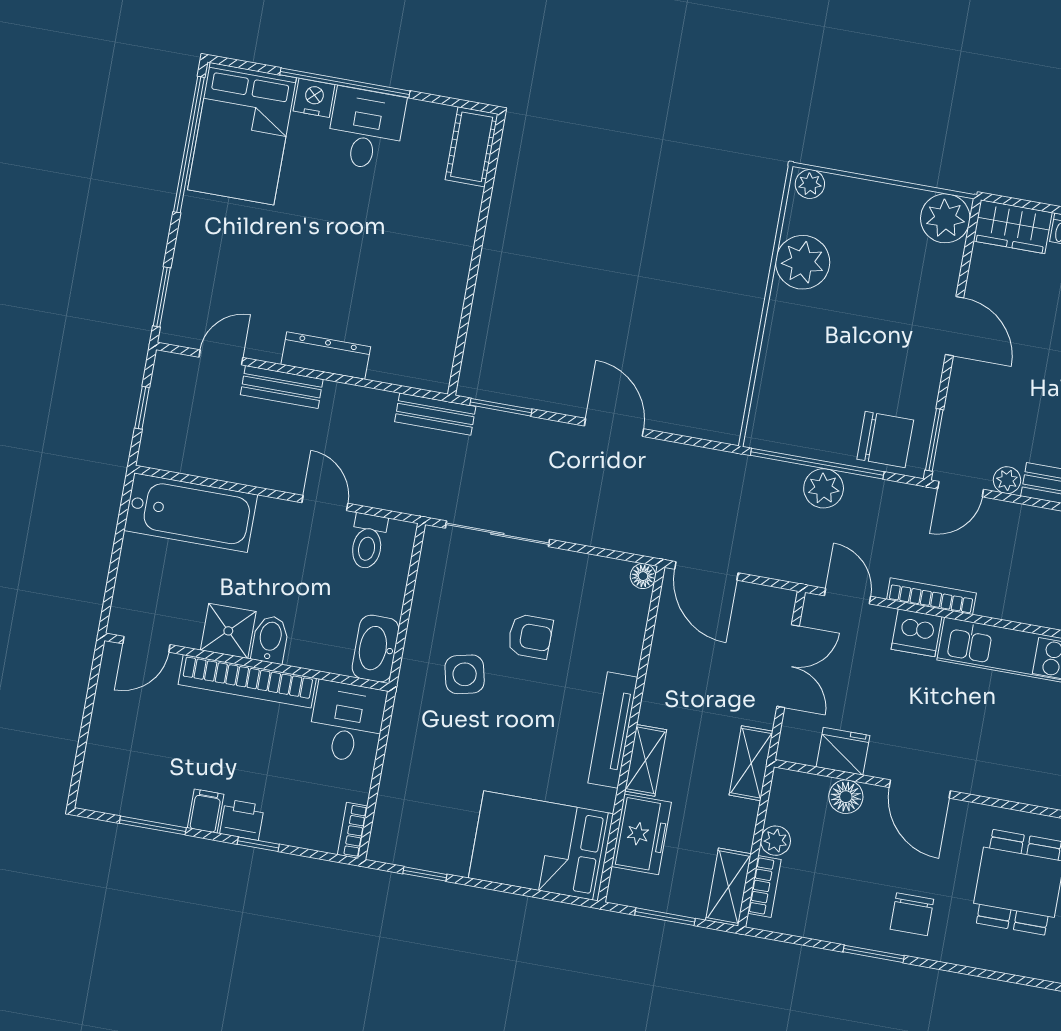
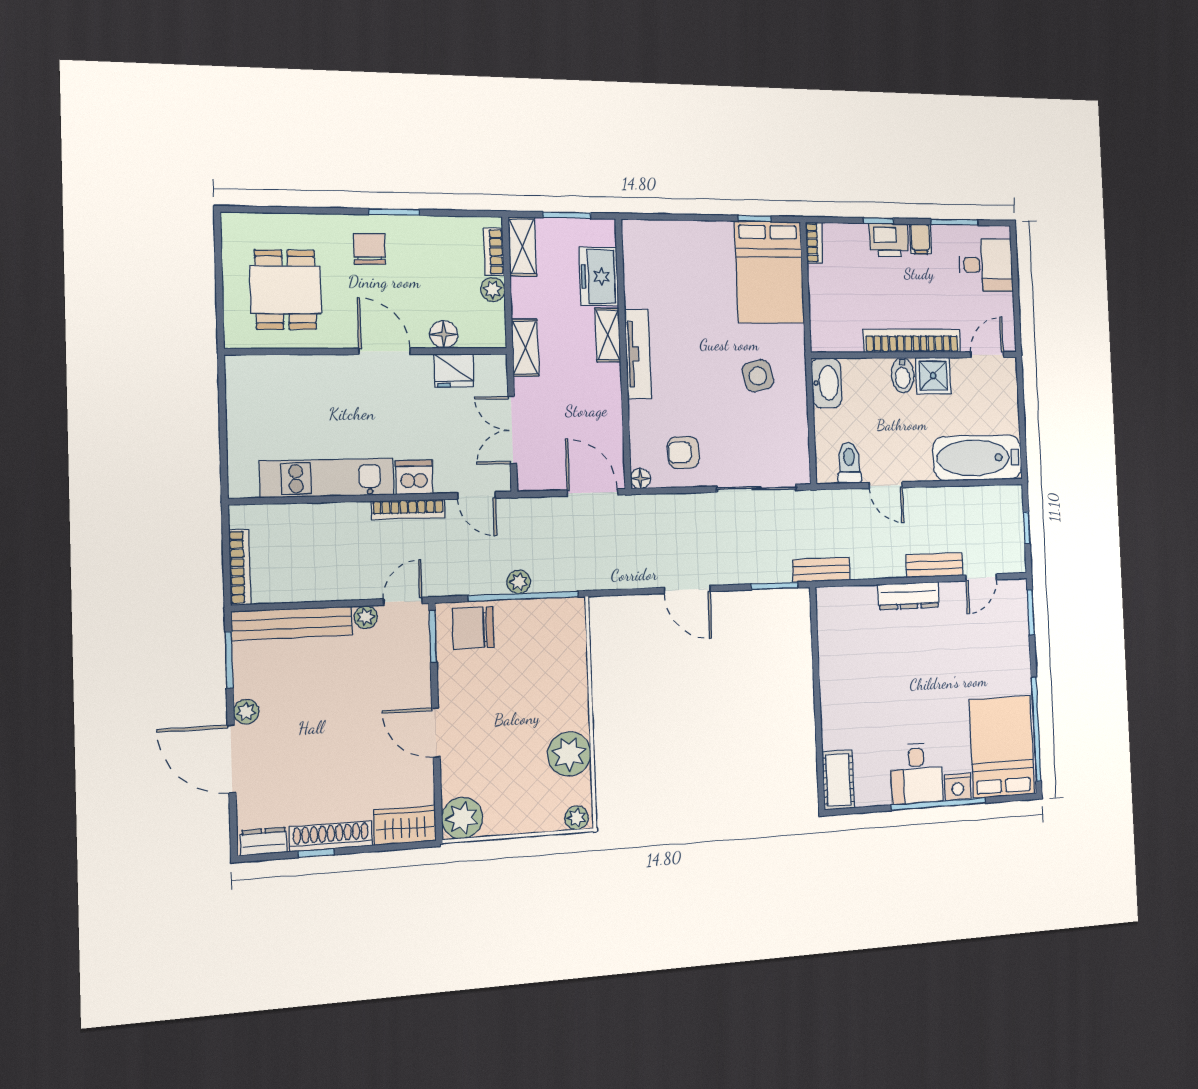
plant: (824, 488) -> (519, 582), width x0.73, depth x0.73
armchair: (530, 636) -> (683, 452), moved
desk: (347, 722) -> (986, 265), moved, turned -90
printer: (242, 820) -> (889, 240), width x1.36, depth x1.24
bed: (541, 846) -> (769, 272), moved, turned 90

